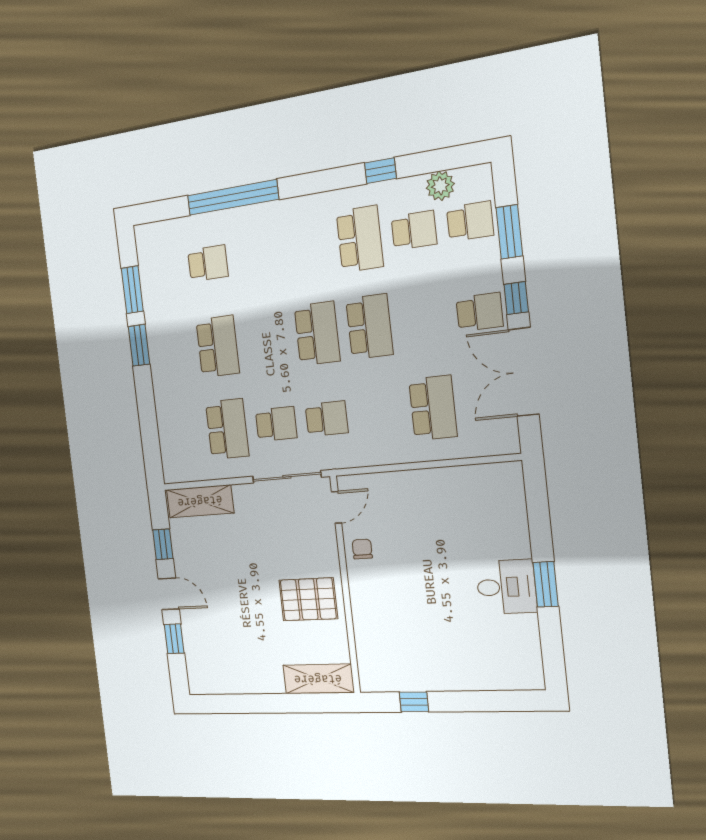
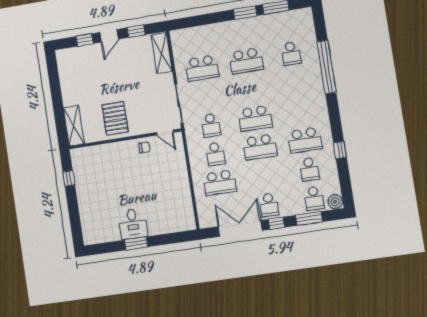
plant: (440, 186) -> (335, 202), moved
school desk: (276, 424) -> (215, 154), moved

